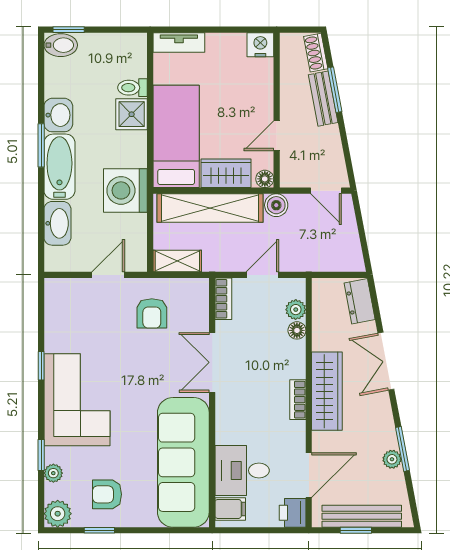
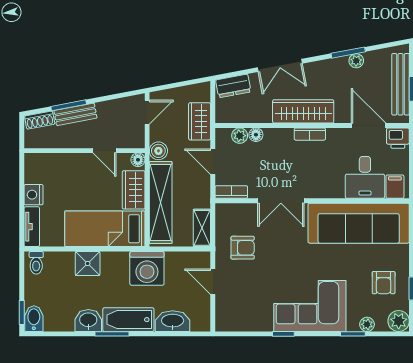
nightstand: (260, 45) -> (34, 195), moved
toilet: (132, 88) -> (36, 263), moved
wardrobe: (314, 258) -> (200, 121), added

